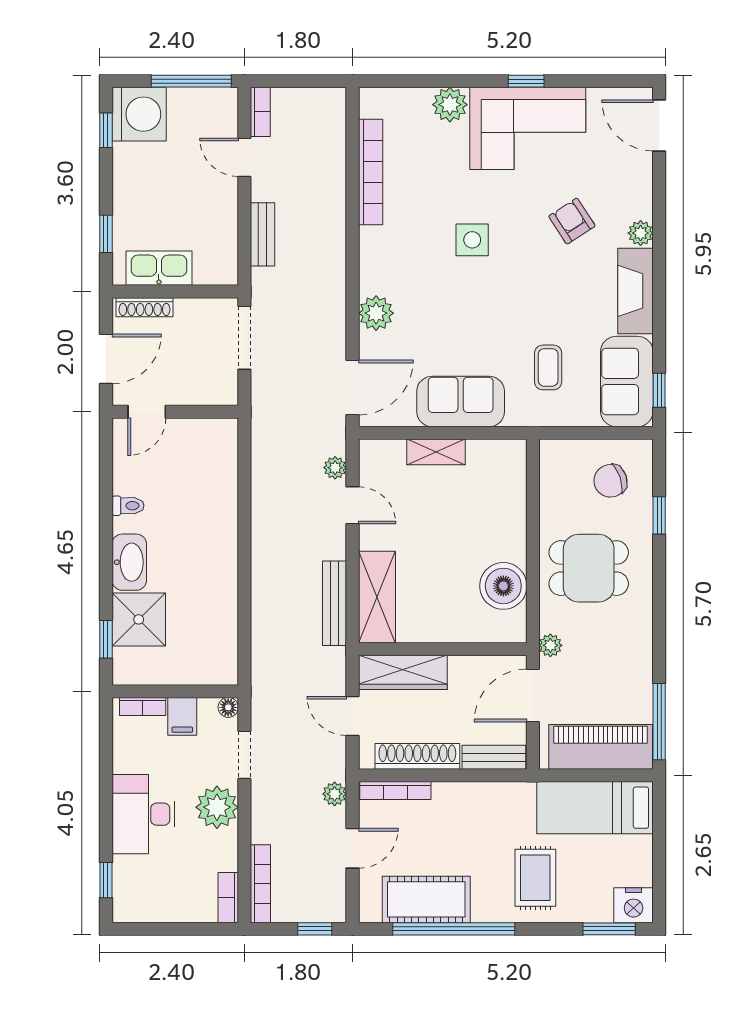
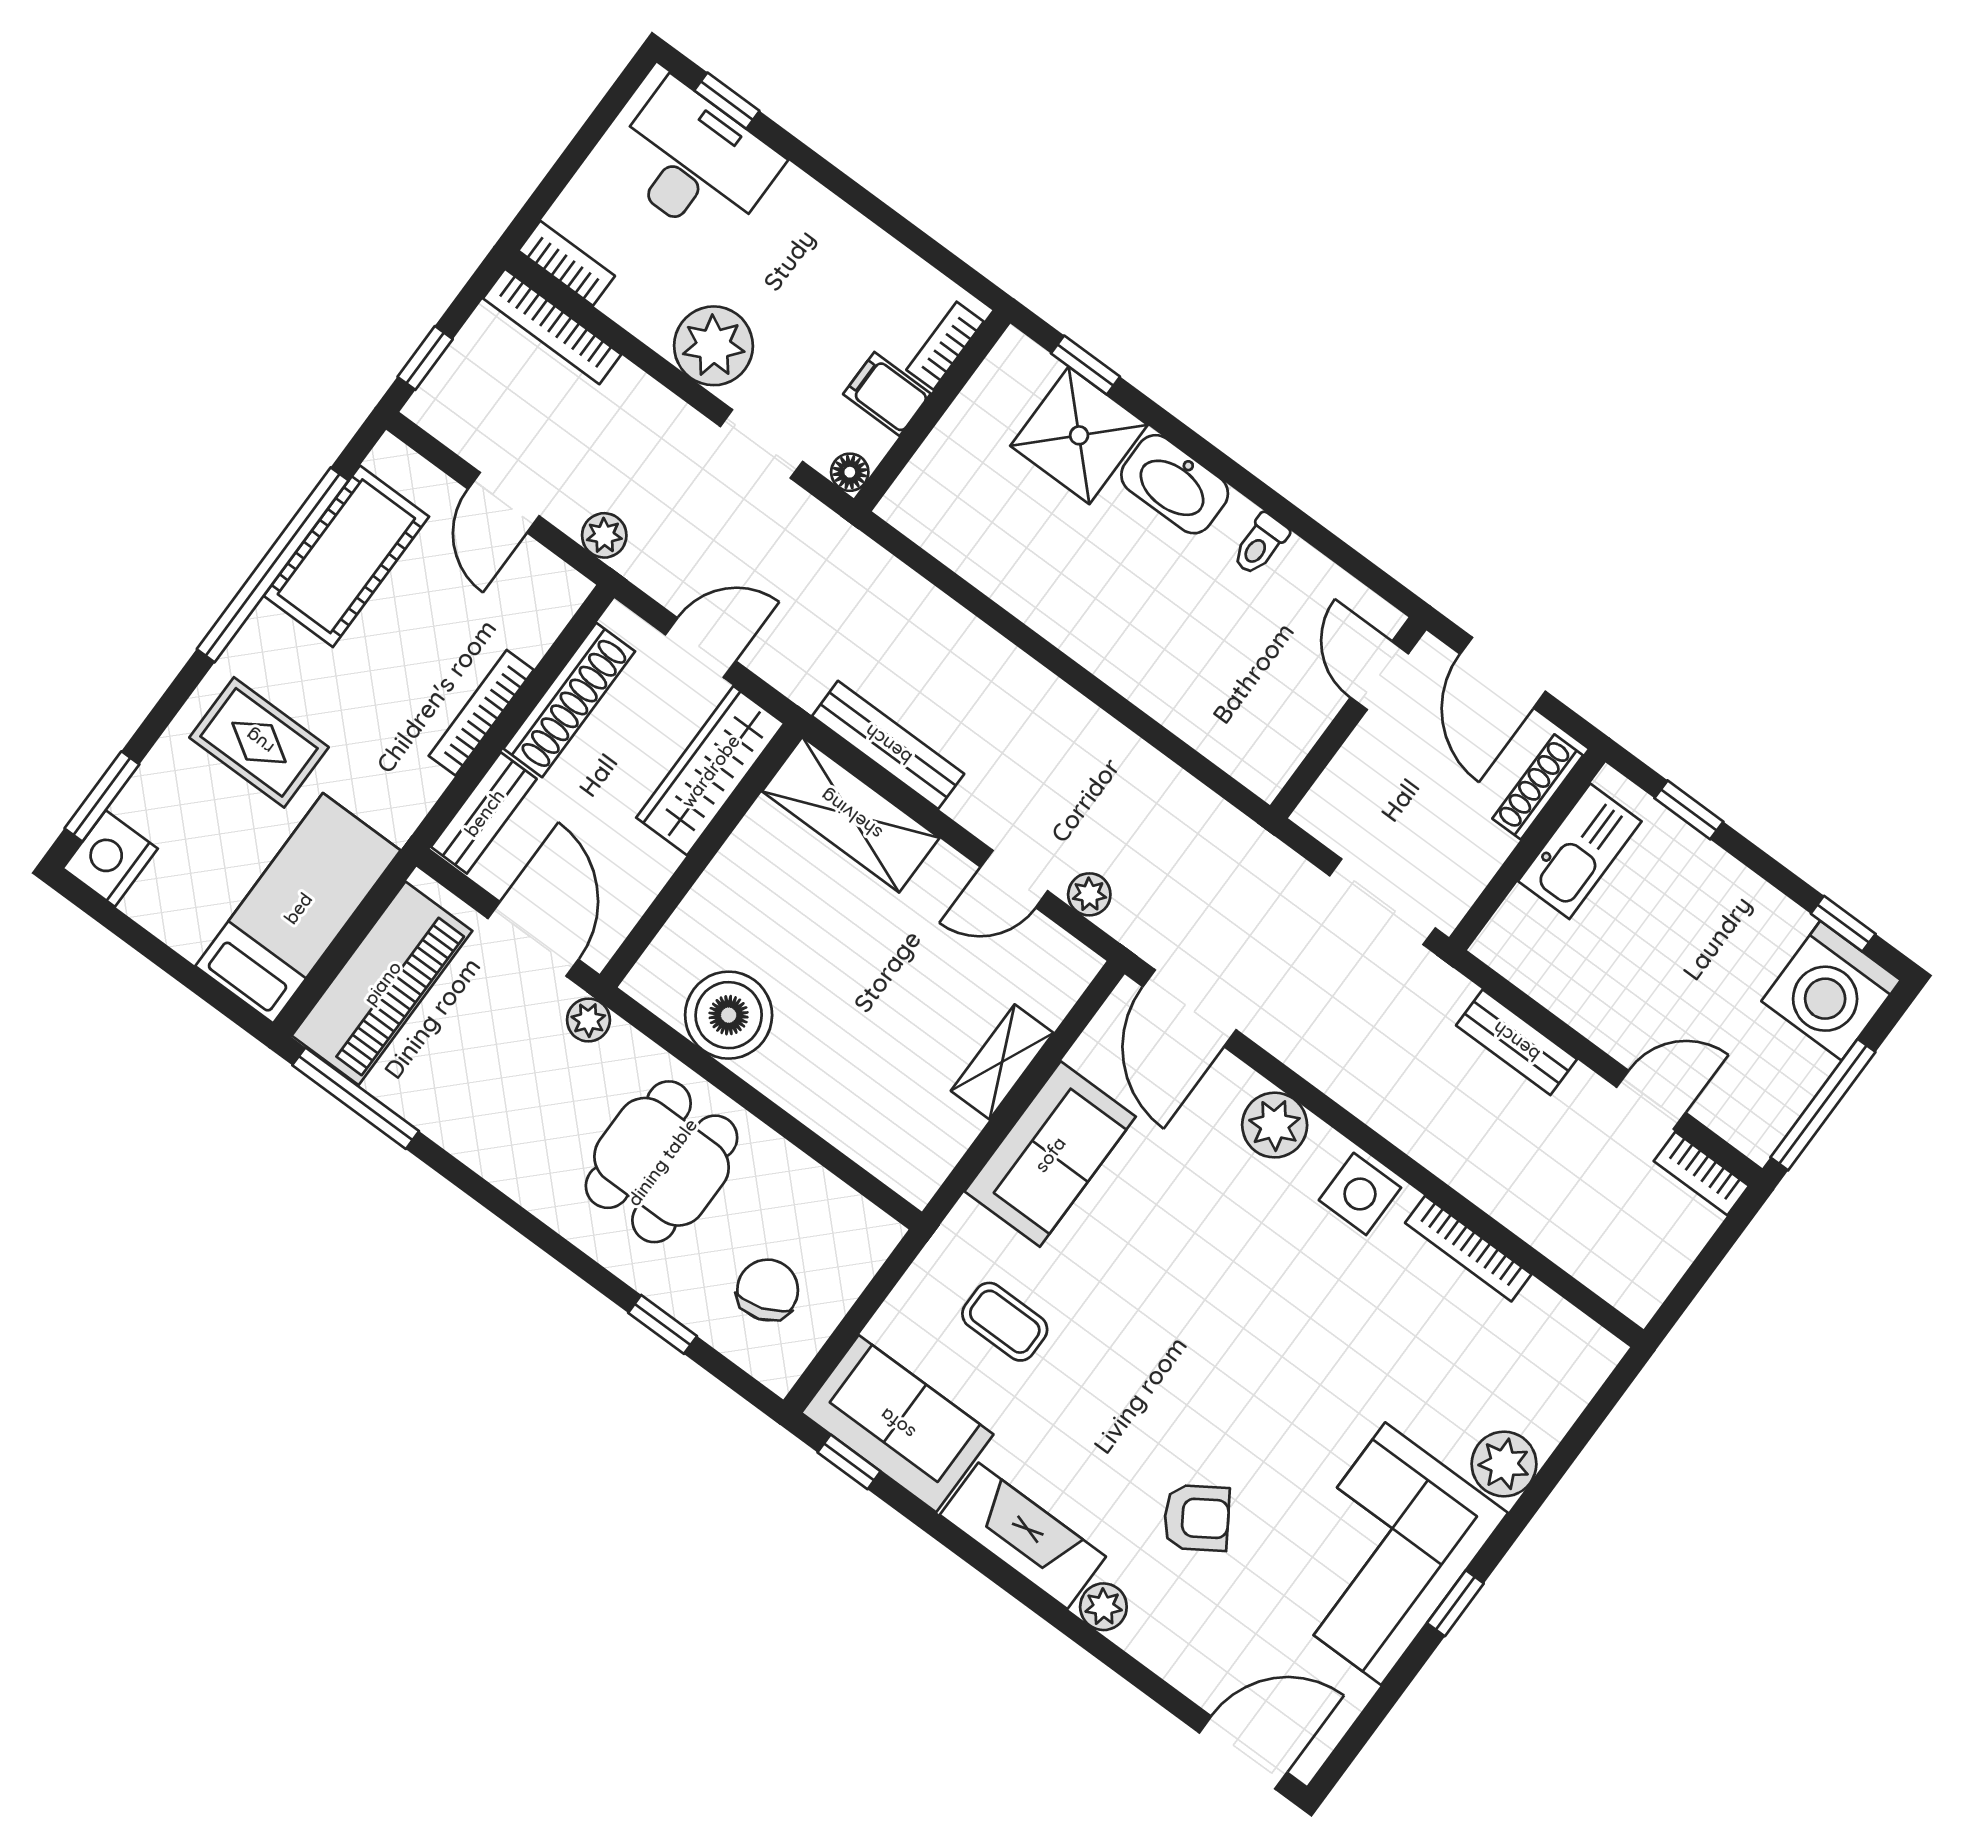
bookcase: (371, 172) -> (1468, 1249), width x0.68, depth x0.76
side table: (472, 240) -> (1360, 1194), moved
bookcase: (395, 791) -> (481, 713), moved
desk: (143, 814) -> (695, 163), moved

